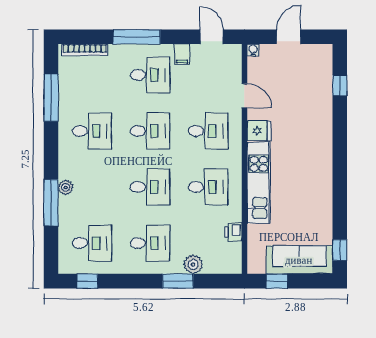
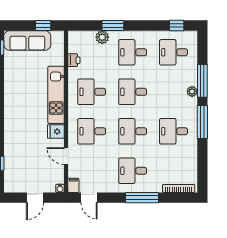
filing cabinet: (182, 54) -> (73, 185), moved
window: (51, 98) -> (202, 122), moved

